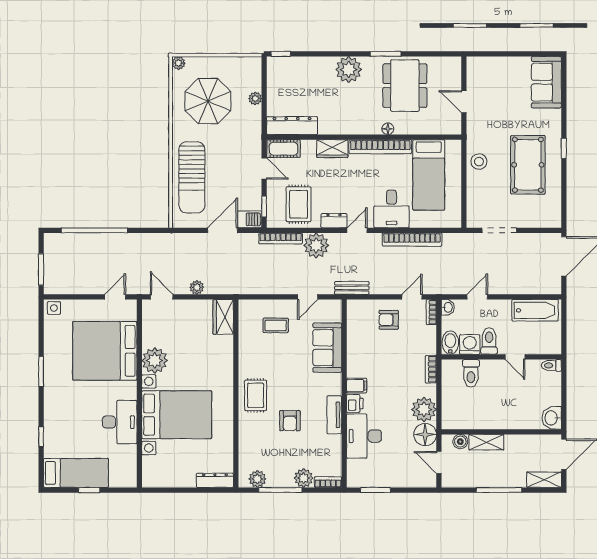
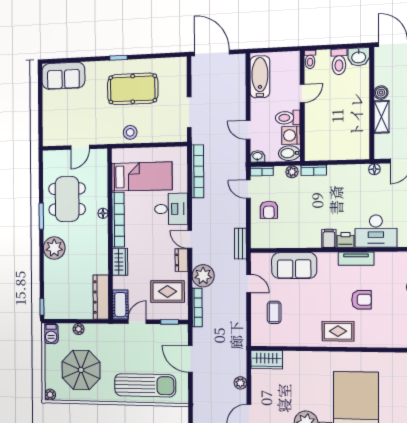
dining table: (405, 86) -> (67, 199), turned 90
barbecue: (250, 219) -> (51, 333), moved, turned 180
bookcase: (412, 240) -> (198, 171), moved
toilet: (471, 373) -> (339, 62), moved, turned 90
plant: (424, 409) -> (292, 172), moved, width x0.53, depth x0.53
floor lamp: (425, 435) -> (374, 169), width x0.53, depth x0.53
boiler: (460, 442) -> (381, 93), moved

